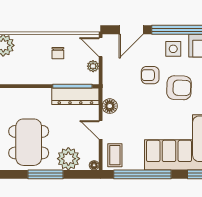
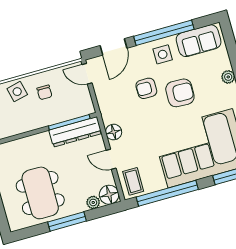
side table: (34, 46) -> (17, 92), added
plant: (93, 66) -> (85, 96), removed
plant: (68, 159) -> (93, 202), width x0.53, depth x0.53
floor lamp: (94, 165) -> (109, 195), width x1.89, depth x1.89

